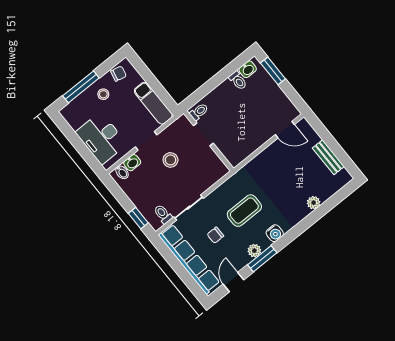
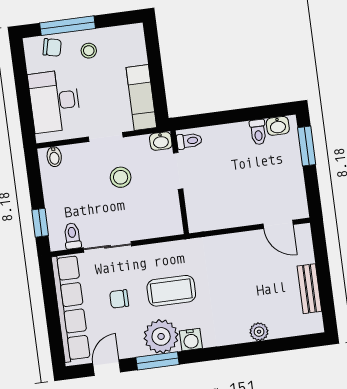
chair: (119, 74) -> (52, 47), moved
washbasin: (132, 163) -> (161, 141), moved
plant: (254, 251) -> (161, 336), width x1.87, depth x1.87

